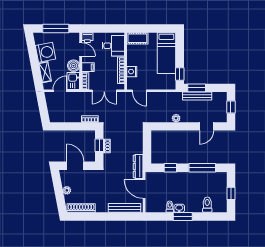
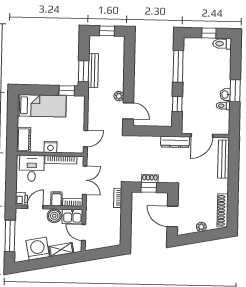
nightstand: (132, 72) -> (50, 147), moved
door: (207, 126) -> (128, 111), moved
door: (75, 166) -> (172, 216), hinge flipped
toilet: (207, 205) -> (222, 44), moved

